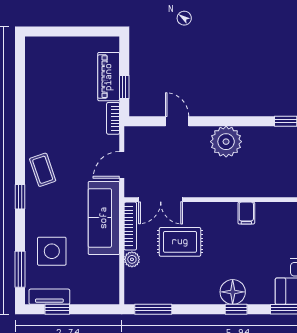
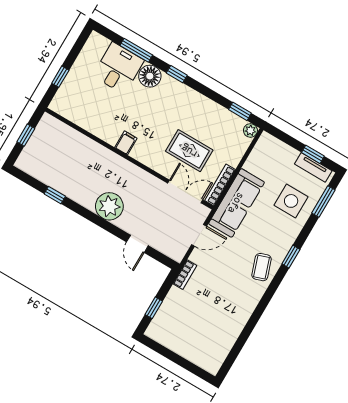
piano: (109, 77) -> (169, 308), removed
window: (124, 87) -> (154, 308), moved
plant: (132, 259) -> (250, 130), moved
floor lamp: (233, 292) -> (150, 76), moved
window: (153, 309) -> (240, 111), width x0.67

